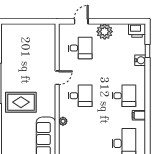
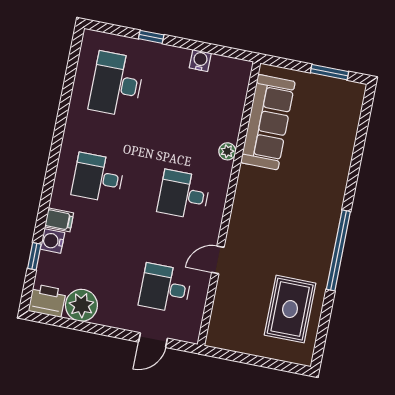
plant: (105, 32) -> (81, 305), moved
door: (57, 78) -> (218, 260), moved
rug: (21, 102) -> (290, 309), moved, turned 90
filing cabinet: (139, 115) -> (59, 220), moved

